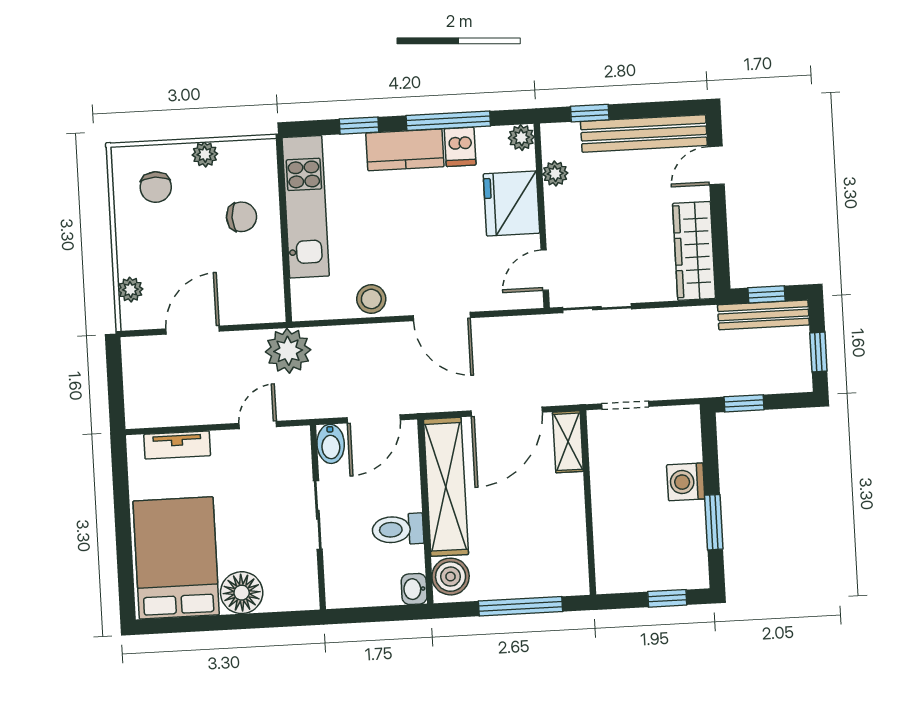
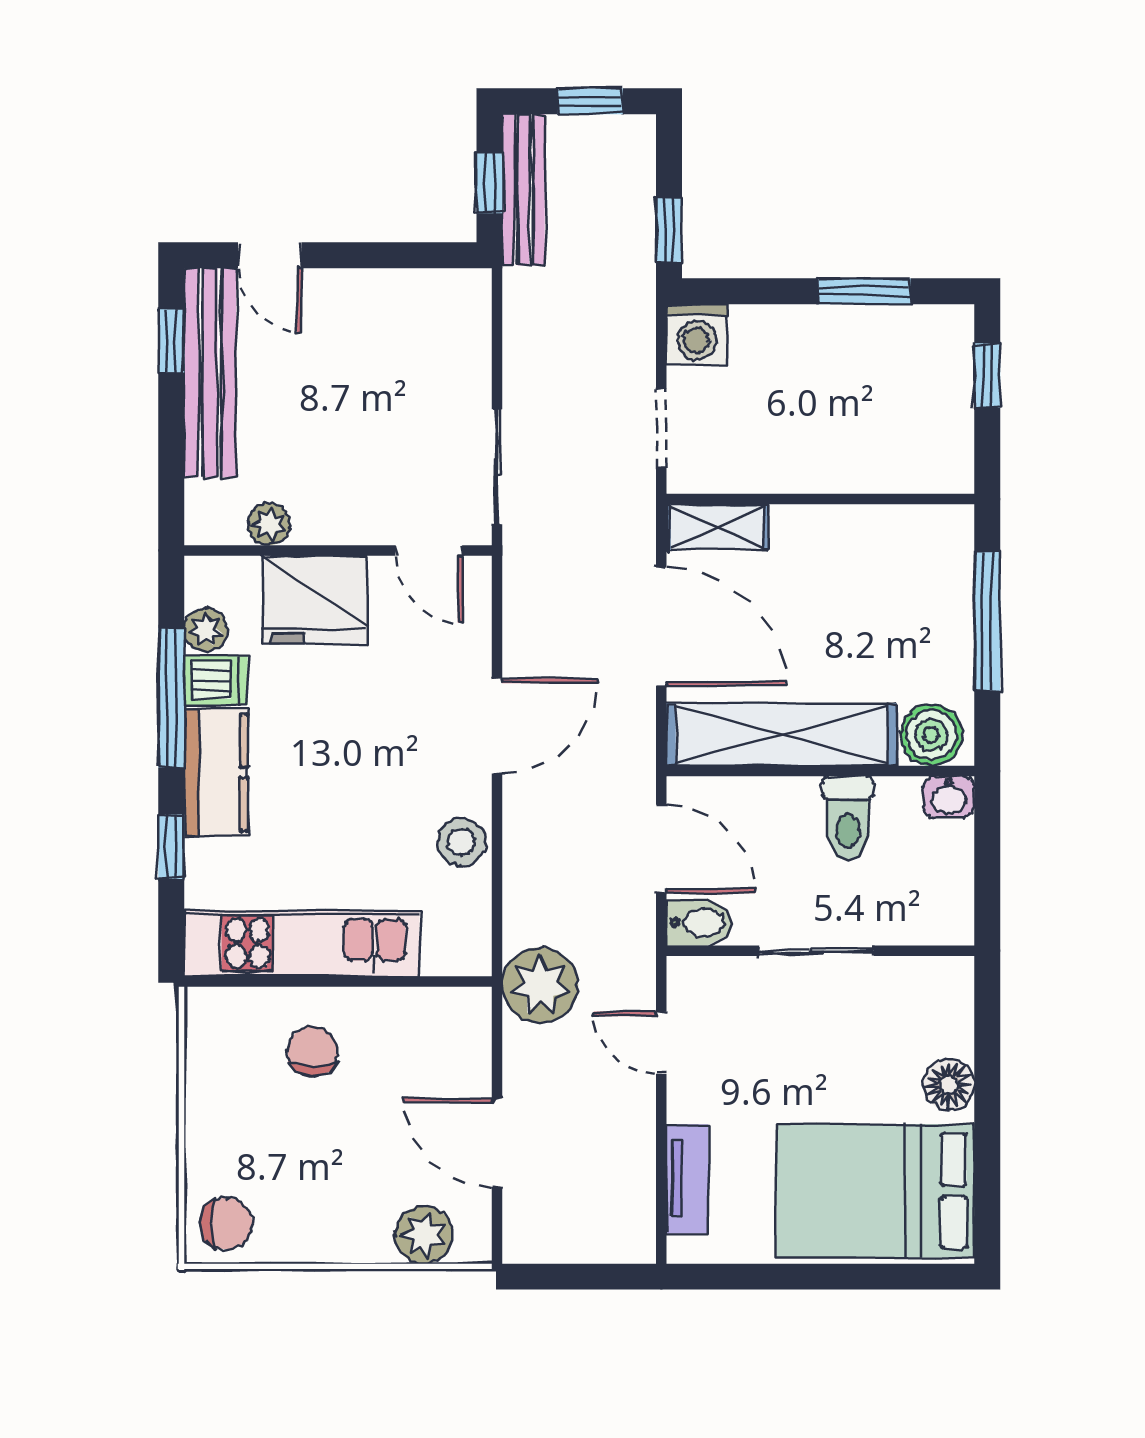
window: (590, 113) -> (171, 341), moved
plant: (521, 138) -> (206, 630), moved
plant: (205, 154) -> (205, 1106), removed
chair: (156, 187) -> (226, 1223), moved
wardrobe: (694, 251) -> (410, 300), removed
plant: (130, 290) -> (424, 1235), width x1.38, depth x1.38
washing machine: (686, 482) -> (697, 334), moved
floor lamp: (242, 593) -> (949, 1085), width x0.73, depth x0.73

